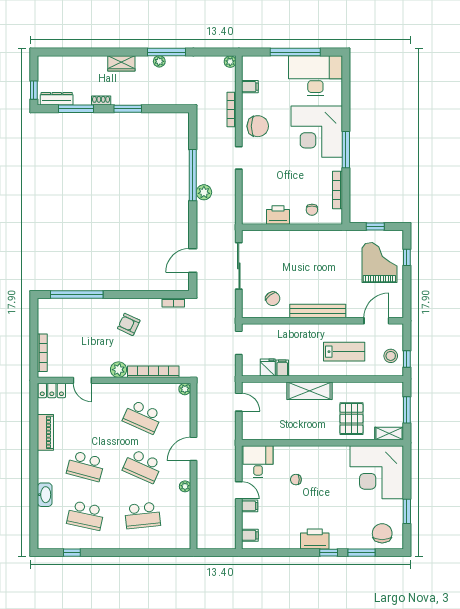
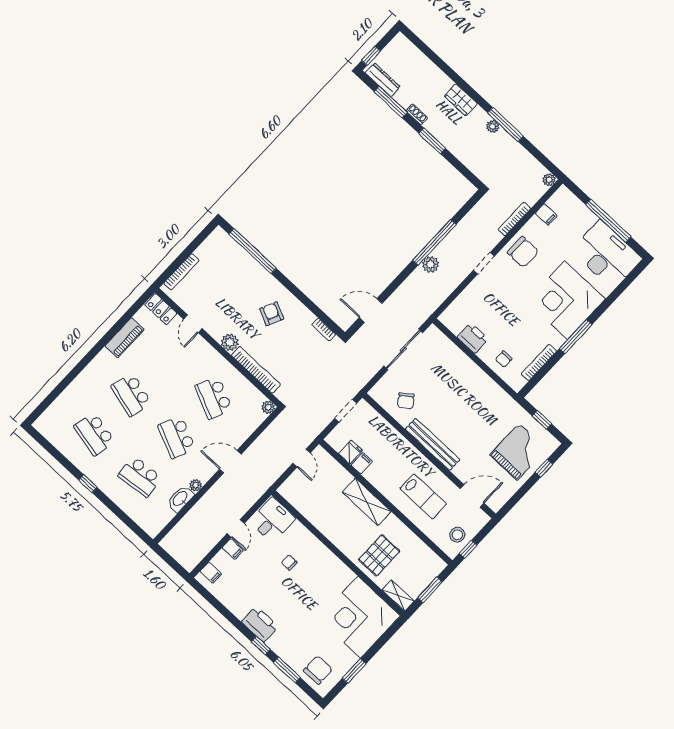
washbasin: (45, 495) -> (180, 499), moved, turned 180
window: (72, 553) -> (88, 484), moved

